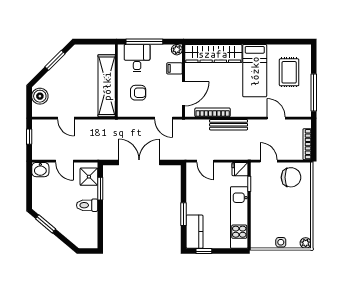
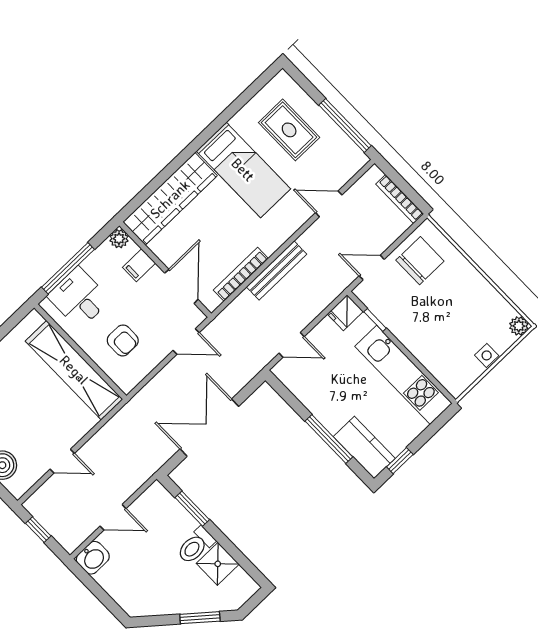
armchair: (138, 93) -> (123, 340), turned 90
shower: (89, 177) -> (218, 564), moved
window: (184, 214) -> (329, 439), width x1.44
window: (46, 224) -> (200, 618), moved

